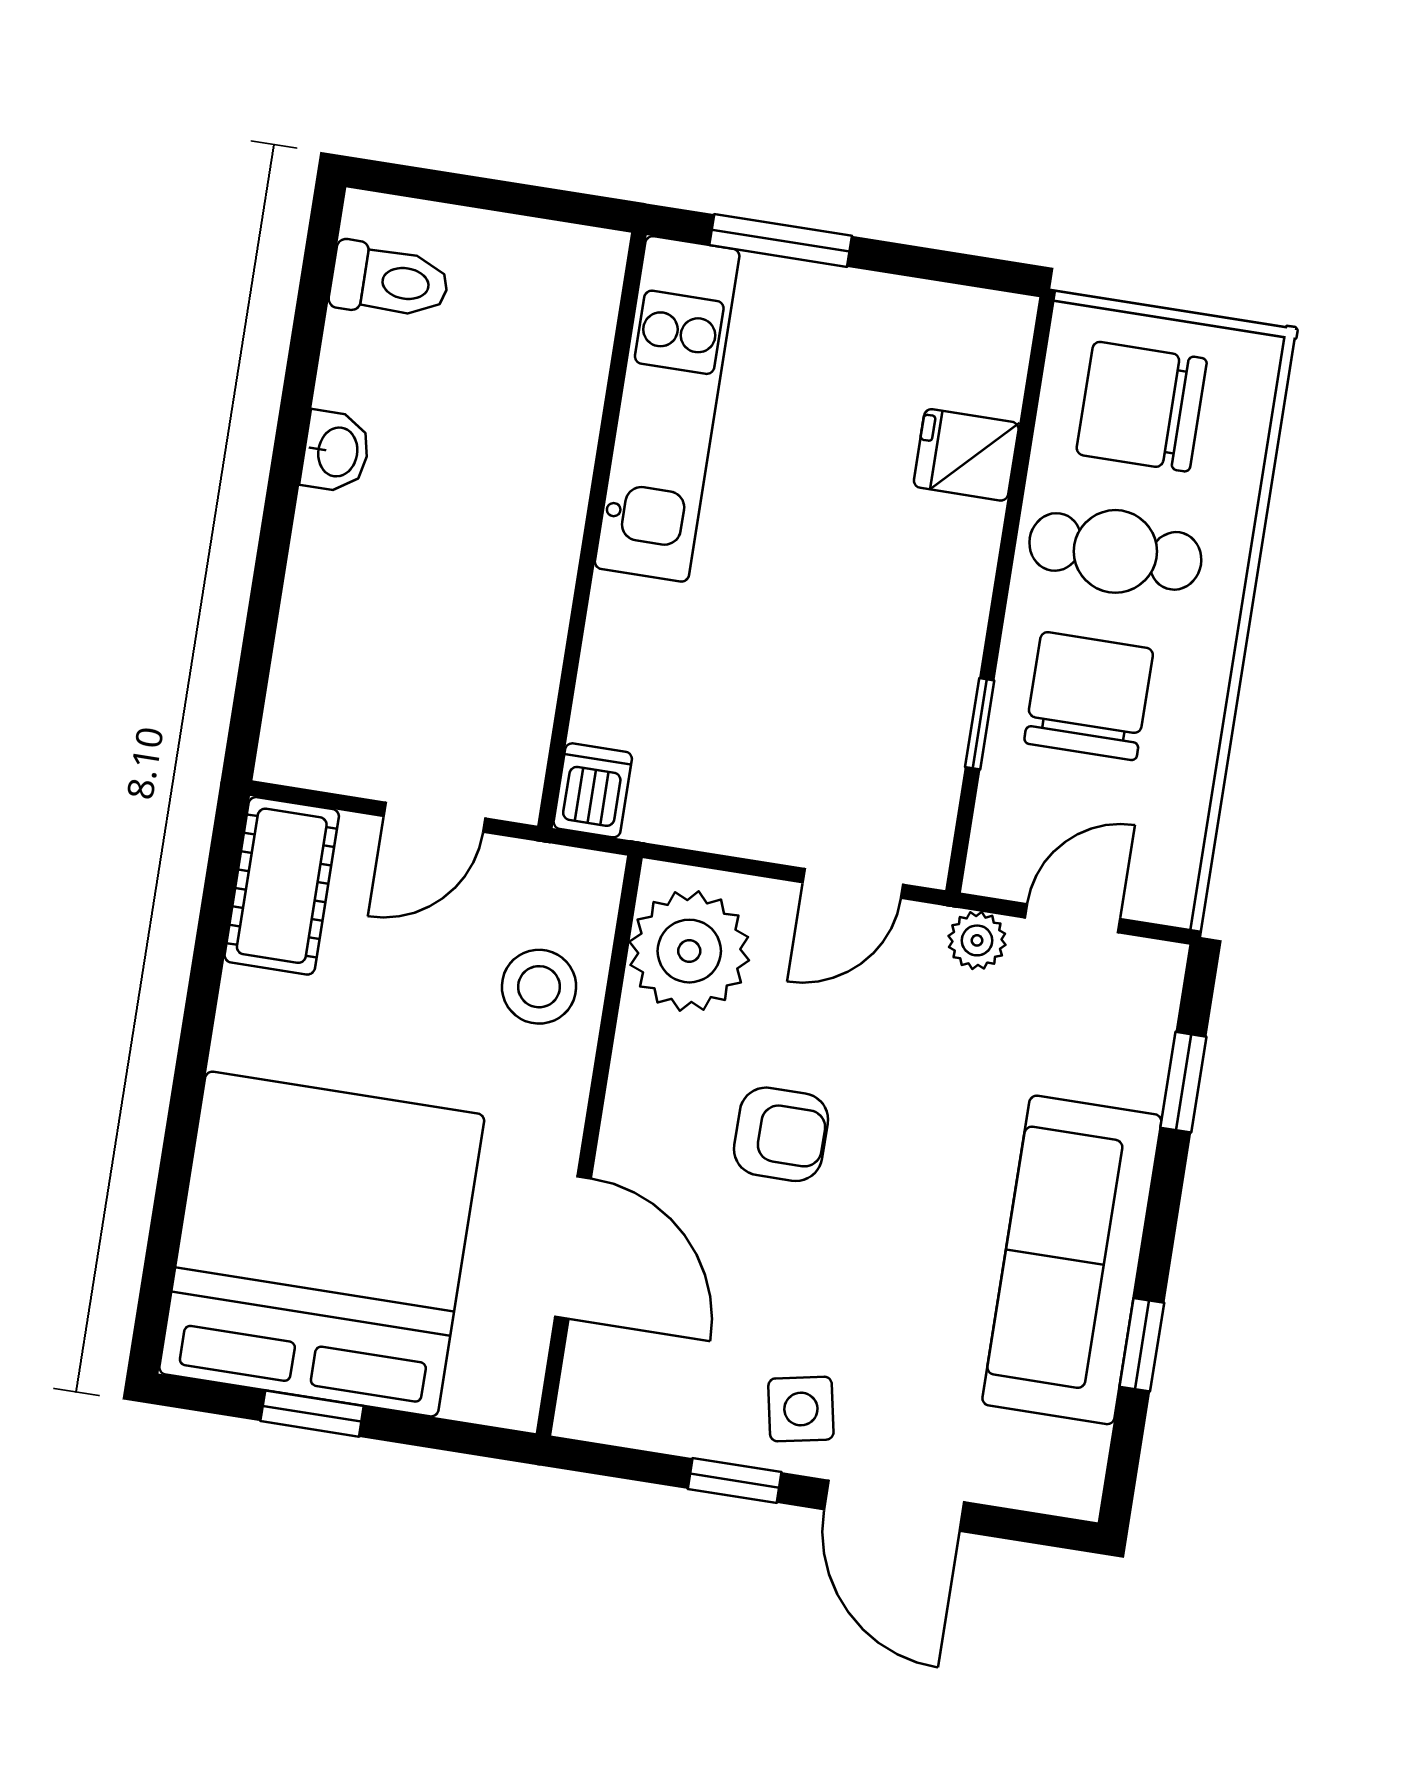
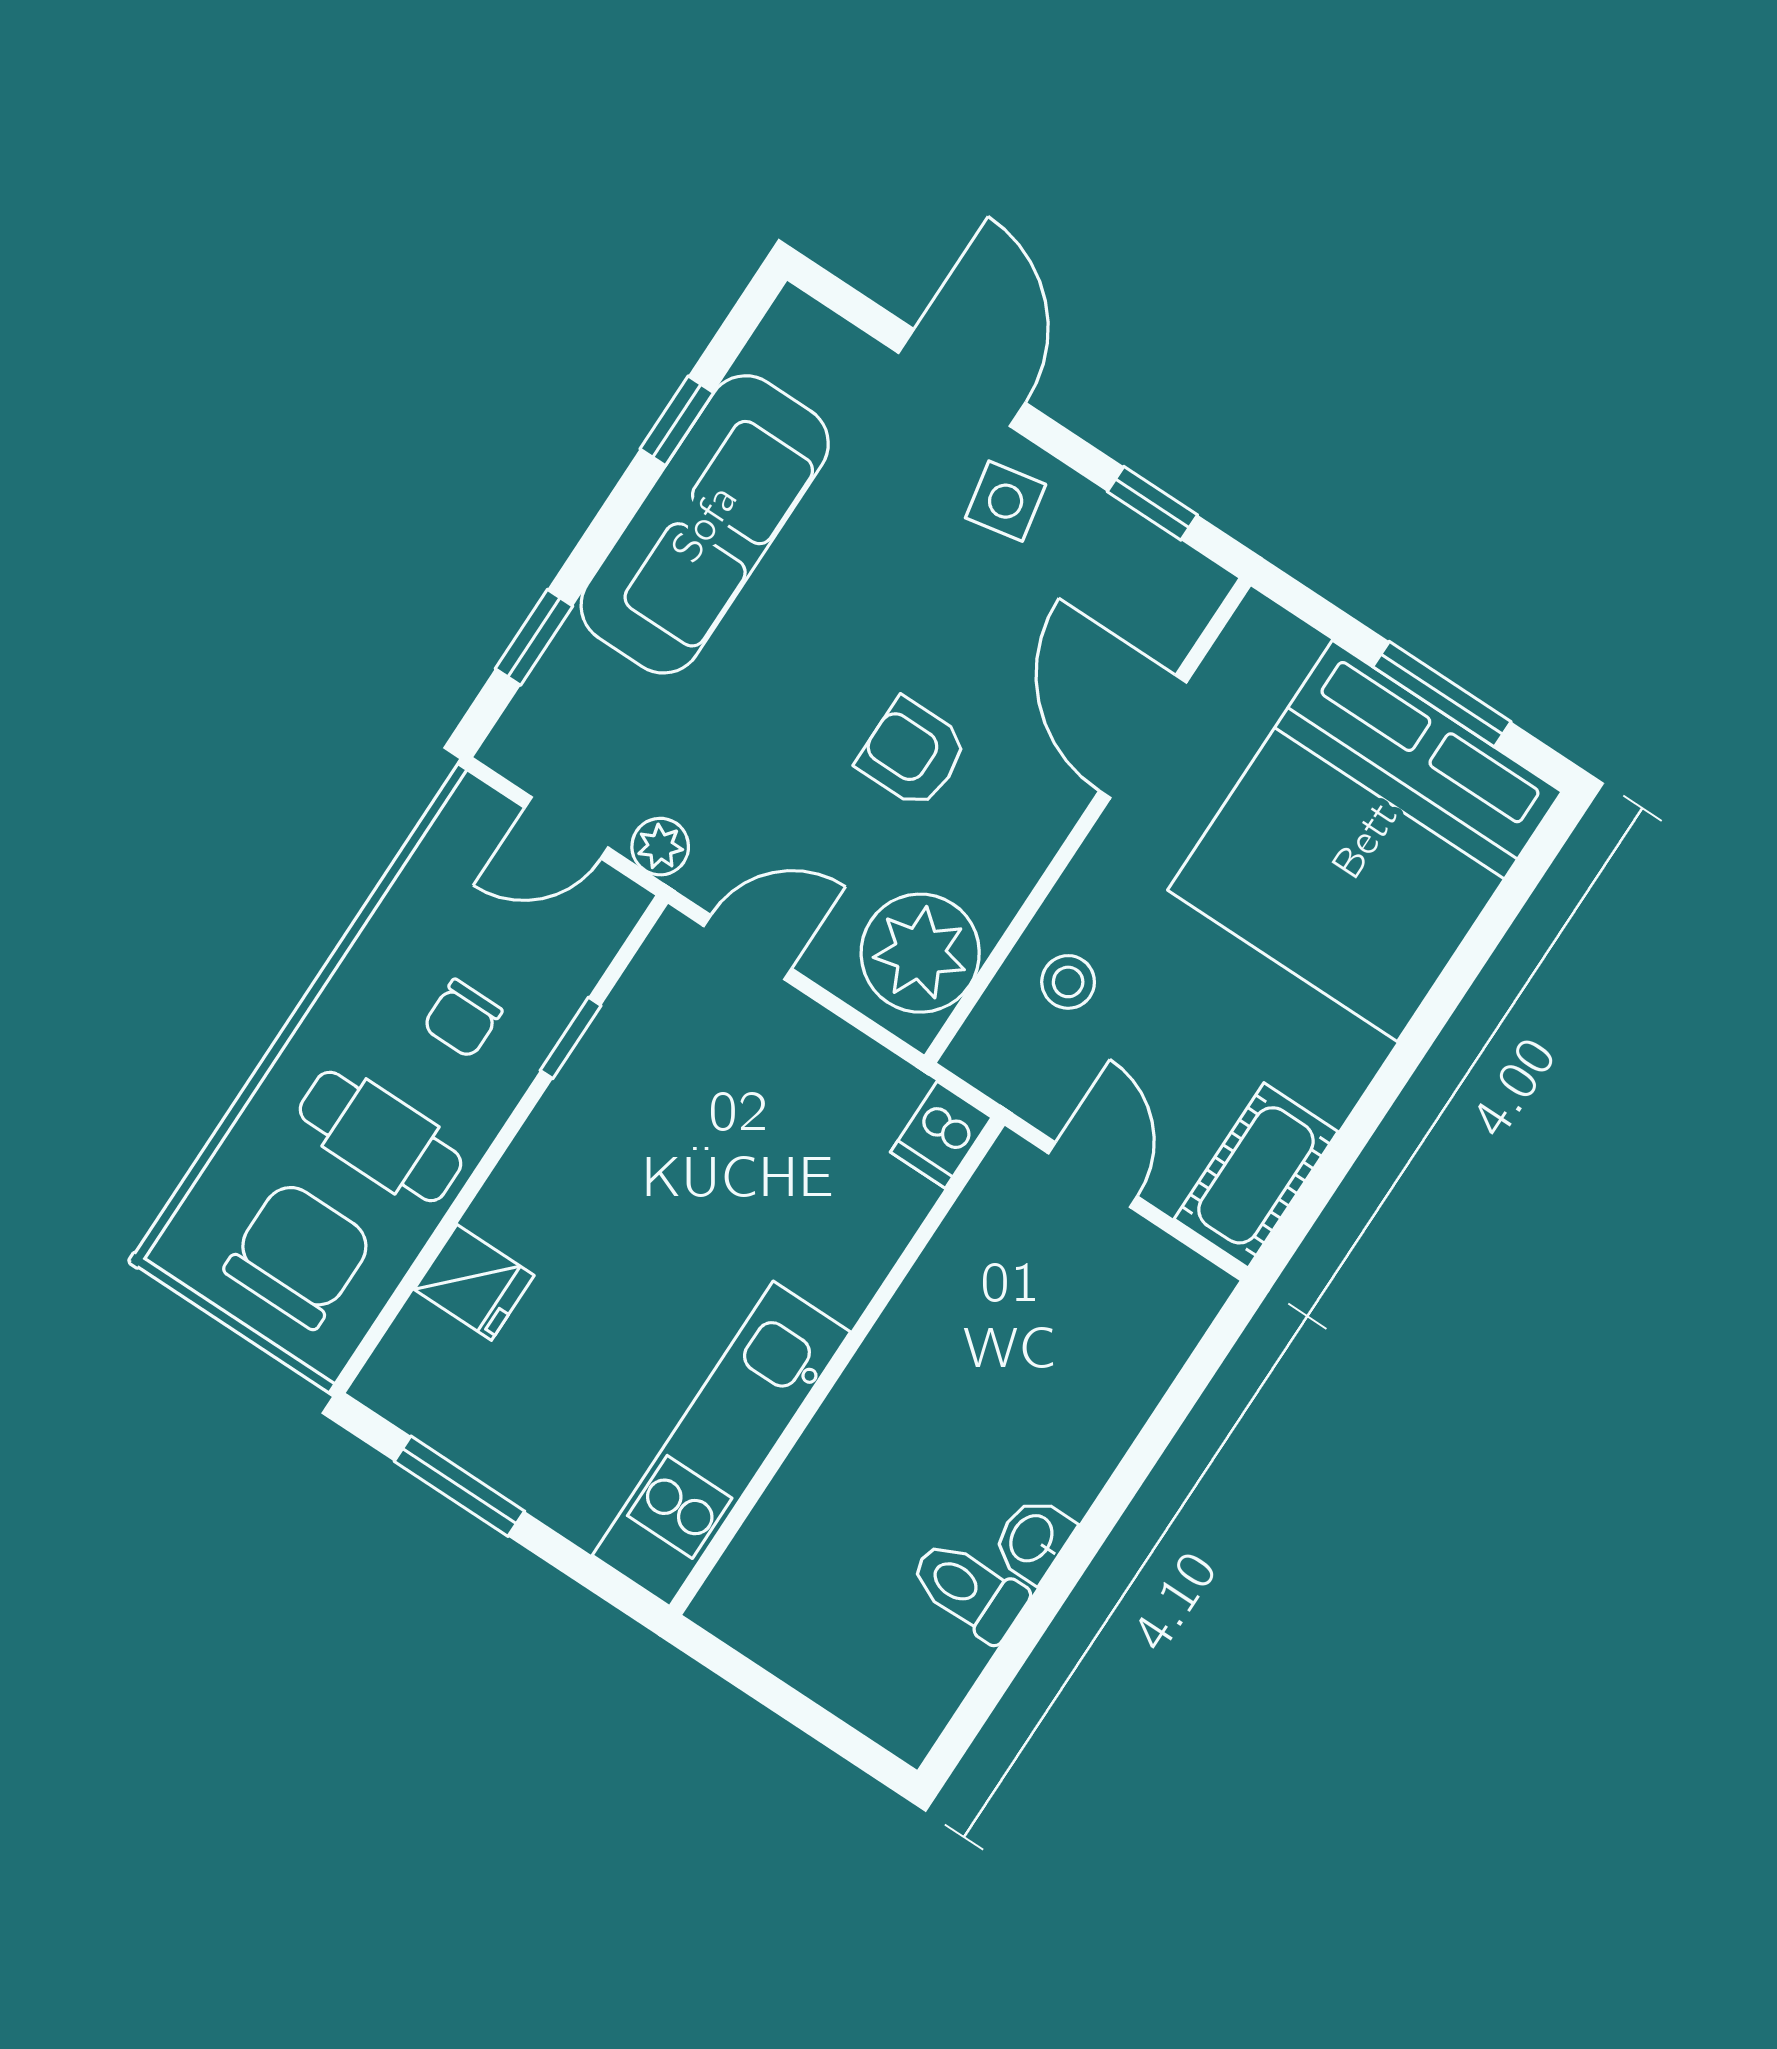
window: (781, 240) -> (459, 1486), moved
toilet: (390, 281) -> (969, 1590), moved
chair: (1142, 407) -> (299, 1255), turned -90
chair: (1089, 696) -> (462, 1019), width x0.54, depth x0.54
door: (434, 817) -> (1093, 1175), hinge flipped
stool: (539, 987) -> (1068, 982), width x0.73, depth x0.73
window: (312, 1414) -> (1442, 694), width x1.50
window: (735, 1481) -> (1152, 503), moved

